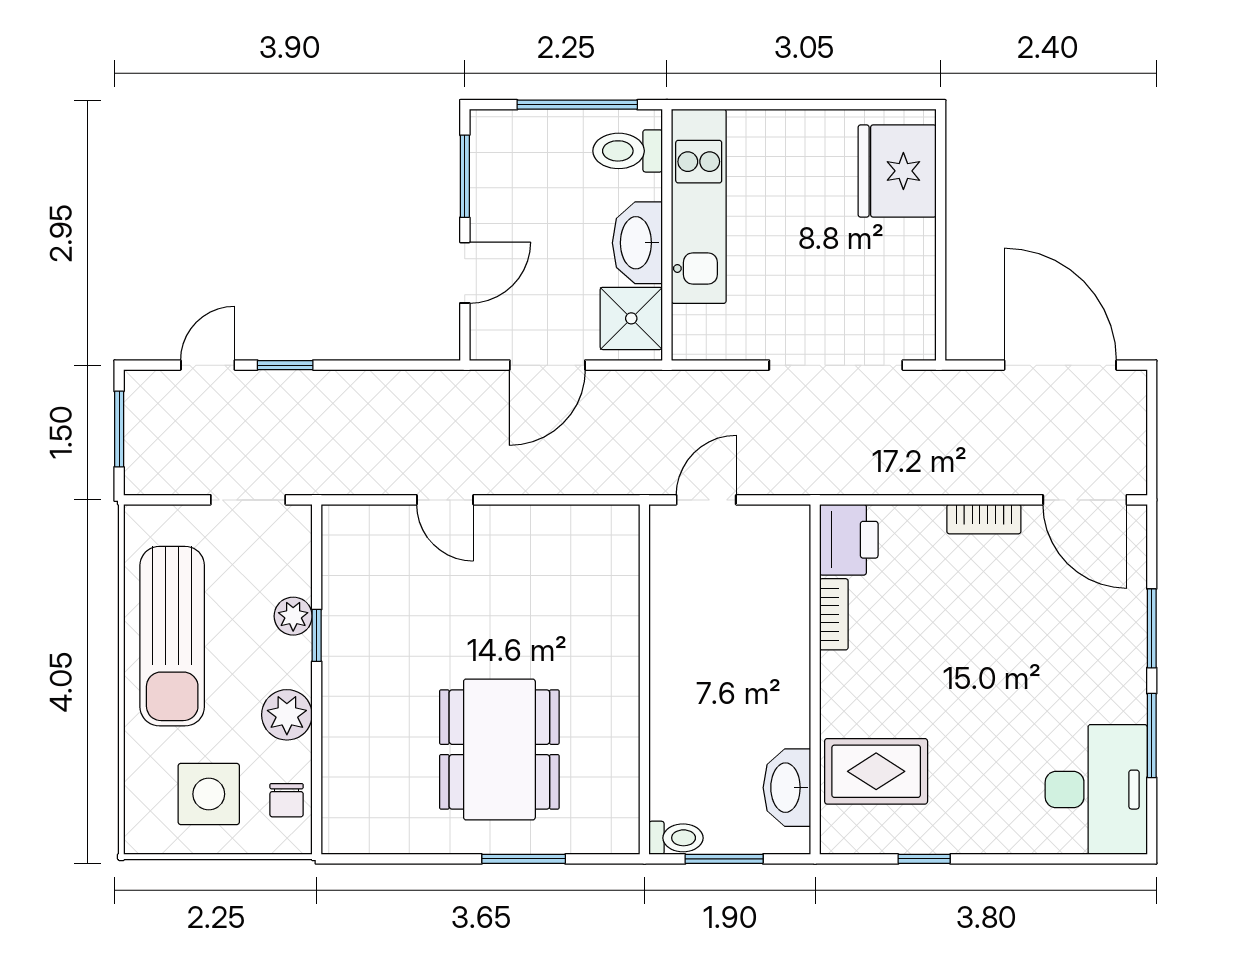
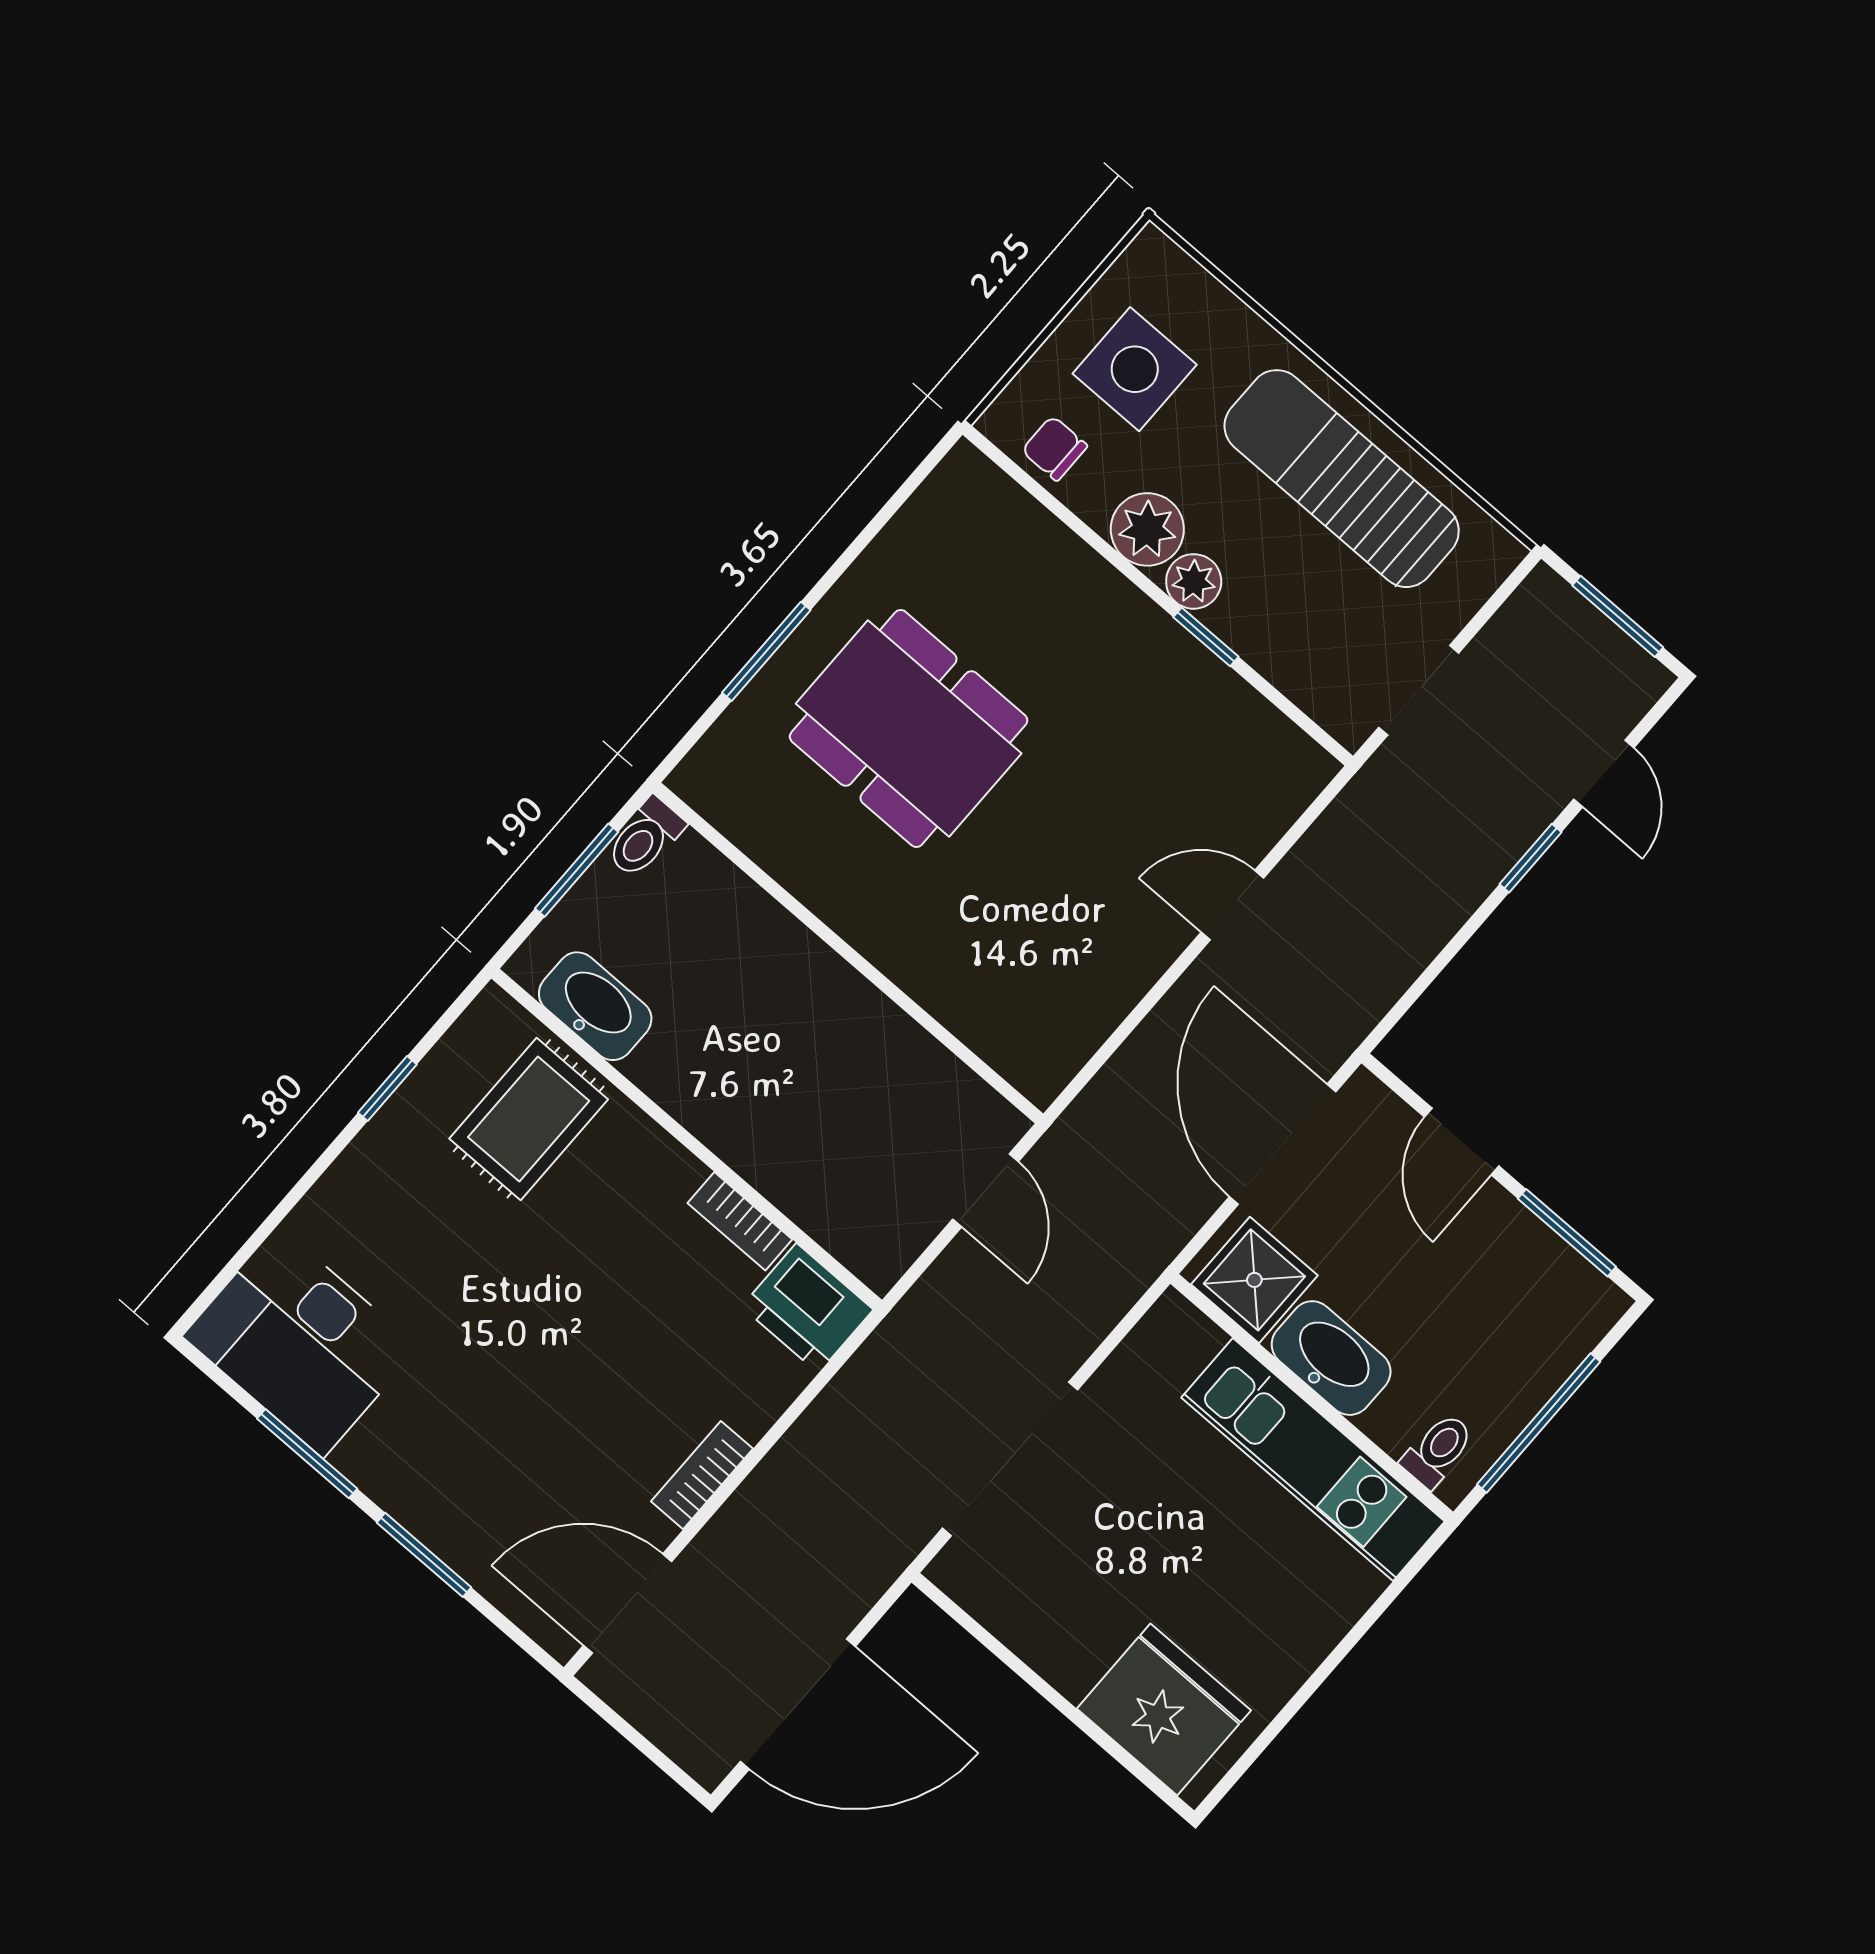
toilet: (628, 151) -> (1438, 1450), width x0.73, depth x0.72
door: (547, 365) -> (1283, 1144), width x1.36
plant: (293, 616) -> (1194, 581), moved

